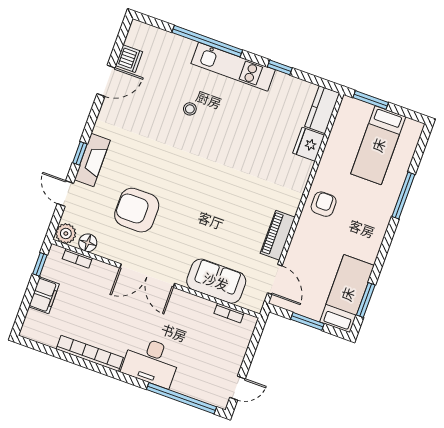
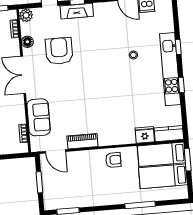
window: (207, 41) -> (178, 47), width x0.32
kitchen unit: (233, 67) -> (170, 69), width x1.36
window: (280, 67) -> (181, 85), moved
floor lamp: (88, 243) -> (27, 42), moved
door: (275, 279) -> (56, 151), hinge flipped
bed: (347, 294) -> (161, 154), moved, turned 180

